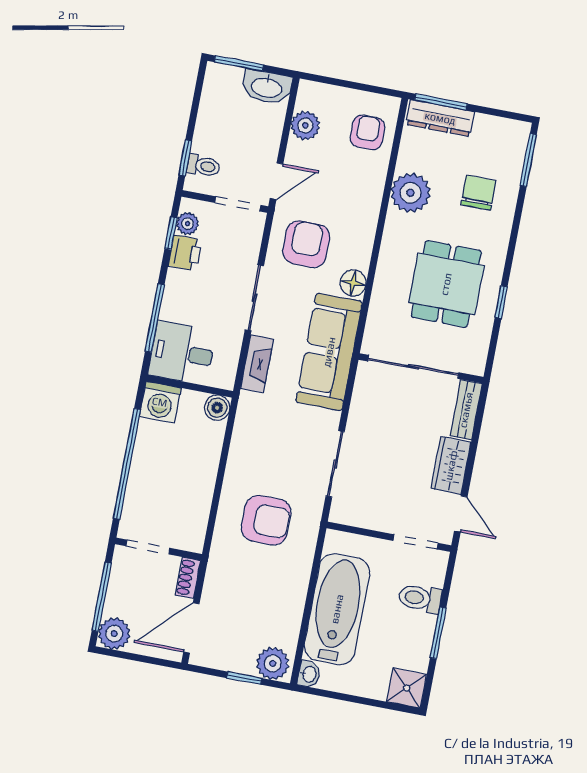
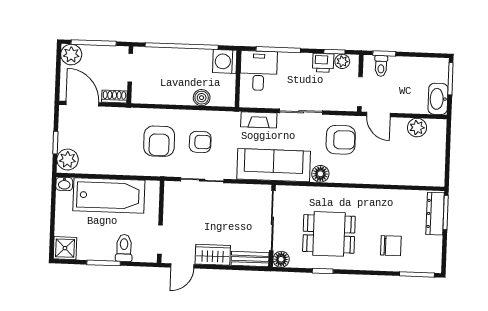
armchair: (367, 132) -> (200, 142), moved
plant: (411, 193) -> (384, 202), removed
floor lamp: (474, 362) -> (281, 259), added
boiler: (217, 408) -> (202, 98), moved

